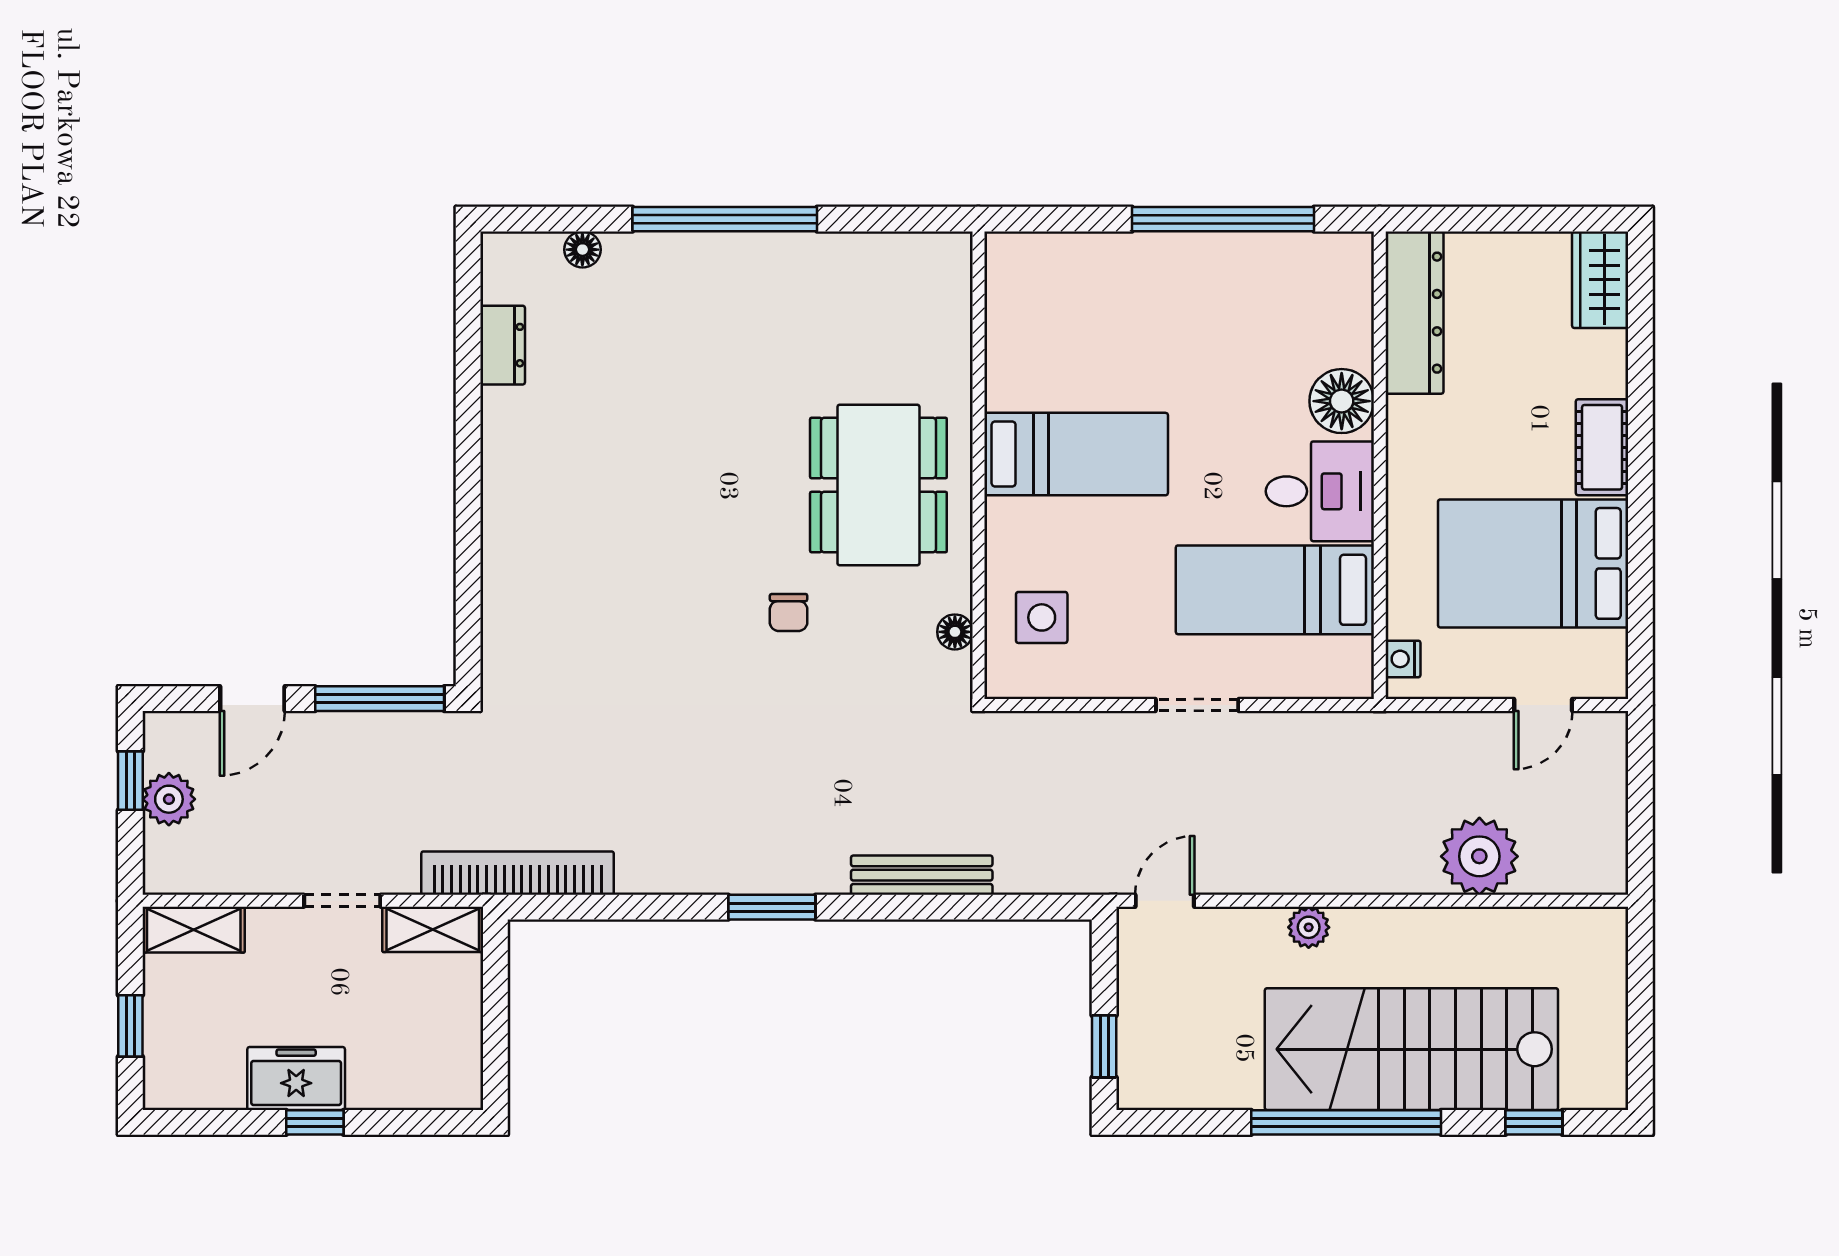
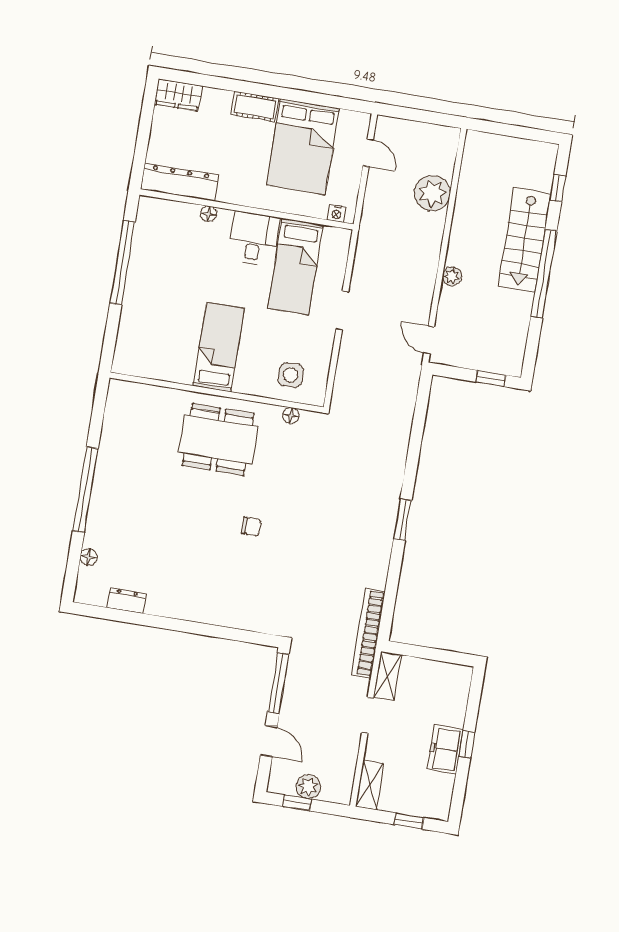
floor lamp: (1342, 401) -> (209, 214), width x0.53, depth x0.53
chair: (789, 613) -> (251, 526), moved
bench: (922, 875) -> (399, 449), removed
stairs: (1411, 1049) -> (525, 240), width x0.73, depth x0.66

